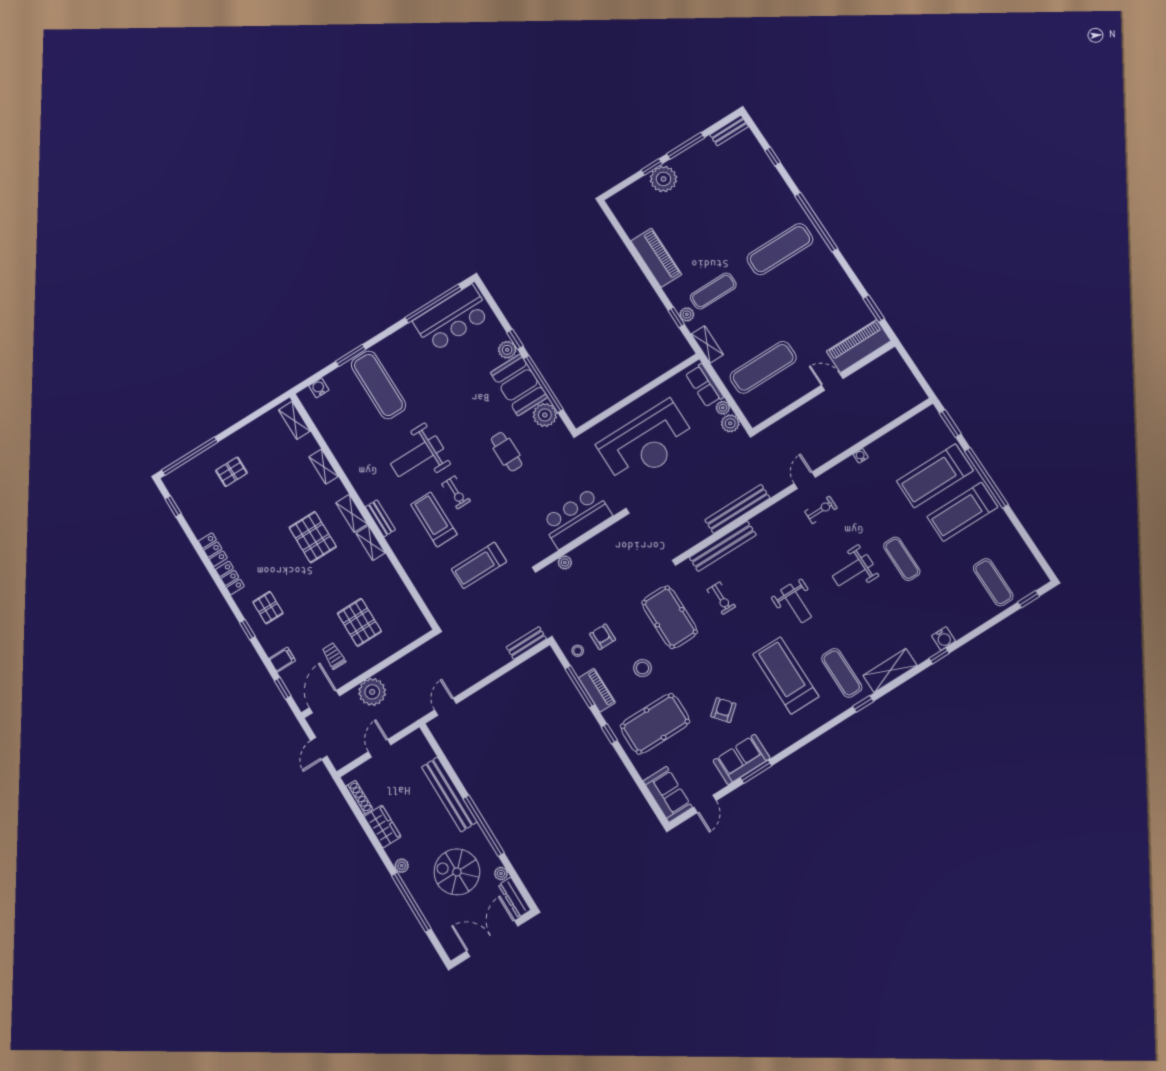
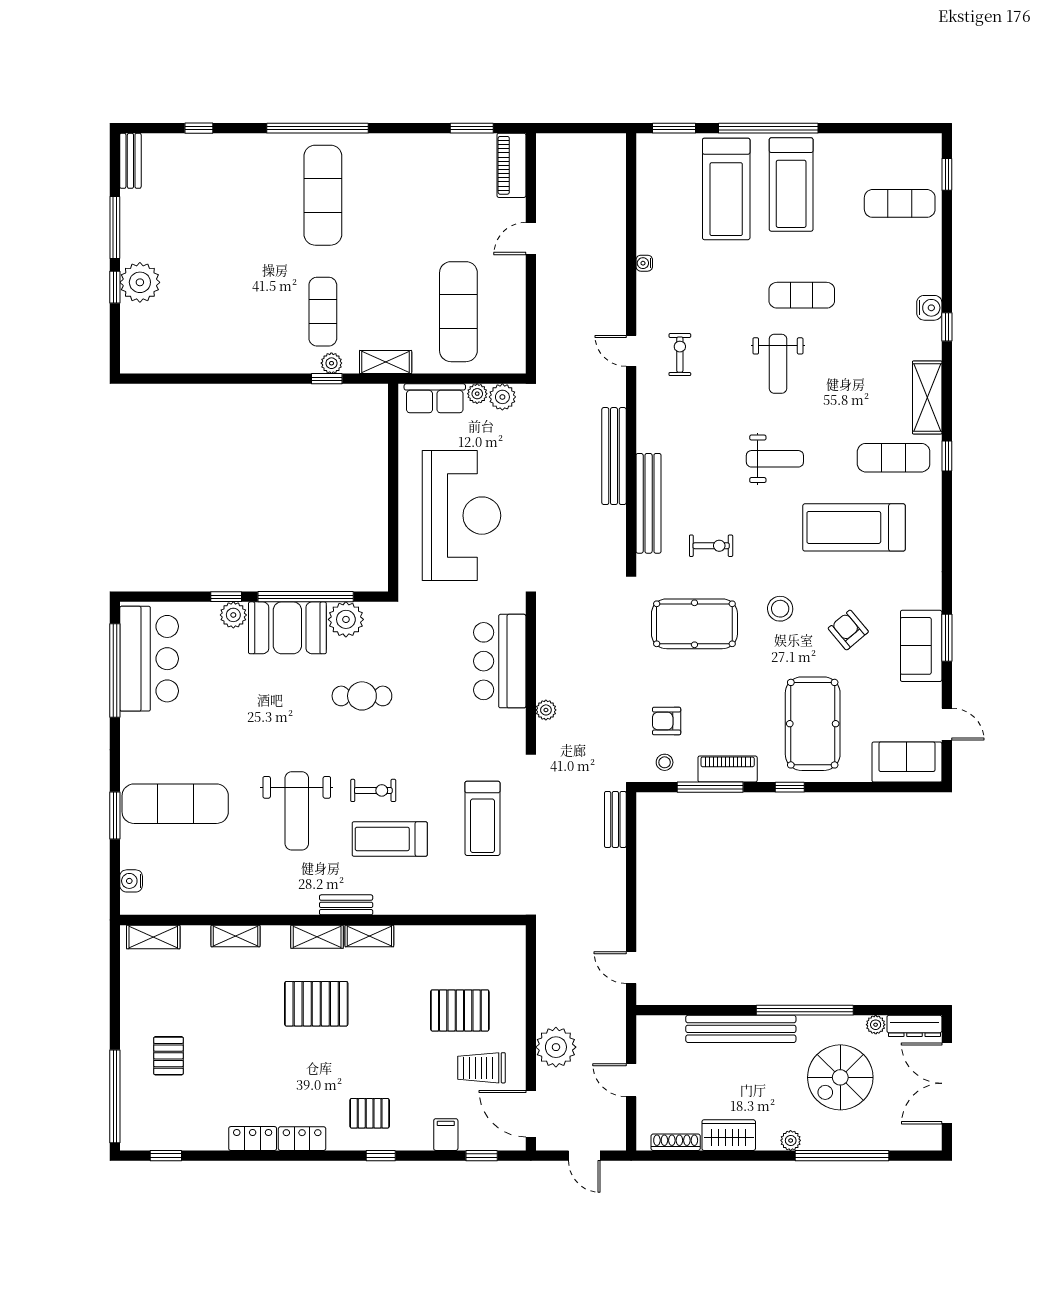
piano: (656, 258) -> (235, 355), removed
piano: (859, 346) -> (511, 165), width x0.73, depth x0.75
trolley: (334, 656) -> (481, 1068), width x1.36, depth x1.39
stool: (642, 668) -> (780, 609), moved

